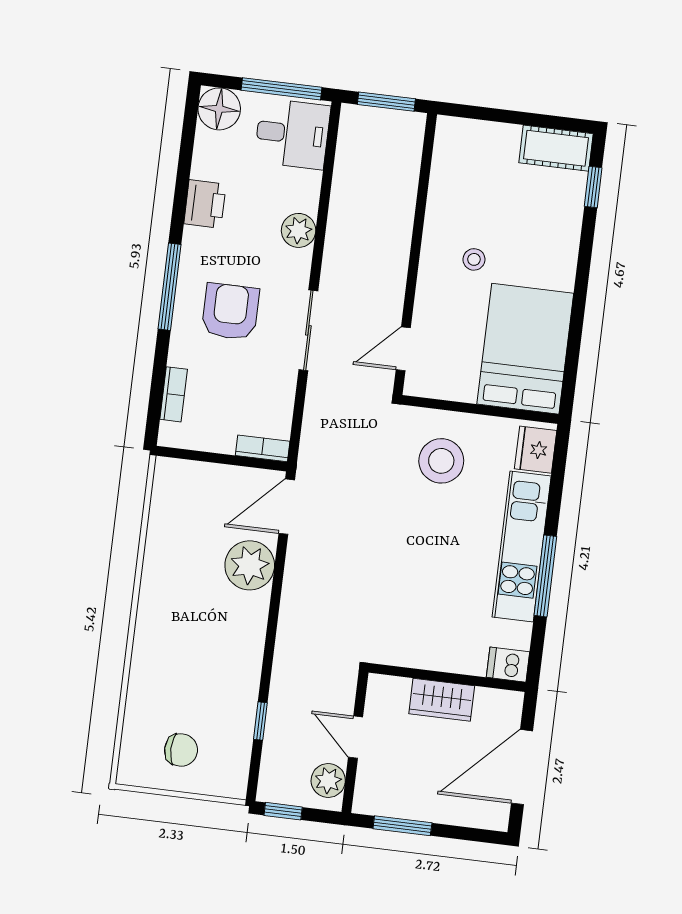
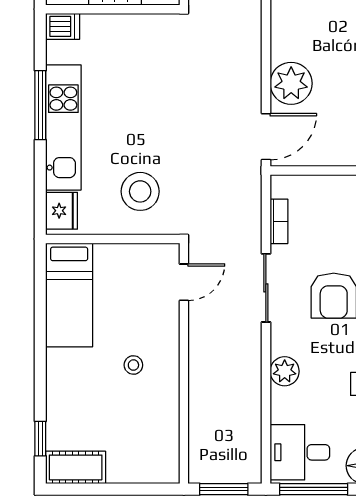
bed: (525, 349) -> (69, 295), width x0.67
bookcase: (263, 448) -> (279, 221), moved, turned -90

